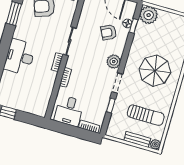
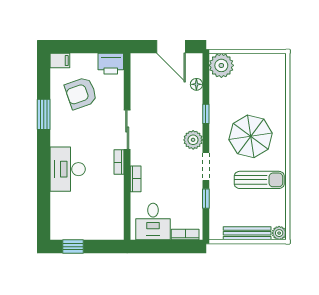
window: (134, 26) -> (206, 114), moved
armchair: (108, 32) -> (175, 103), removed
sun lounger: (146, 115) -> (259, 180), moved
bench: (137, 139) -> (247, 233), width x1.36

